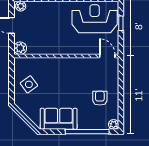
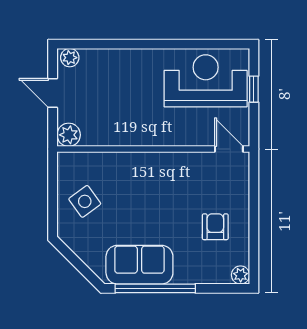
window: (87, 132) -> (155, 288), moved

